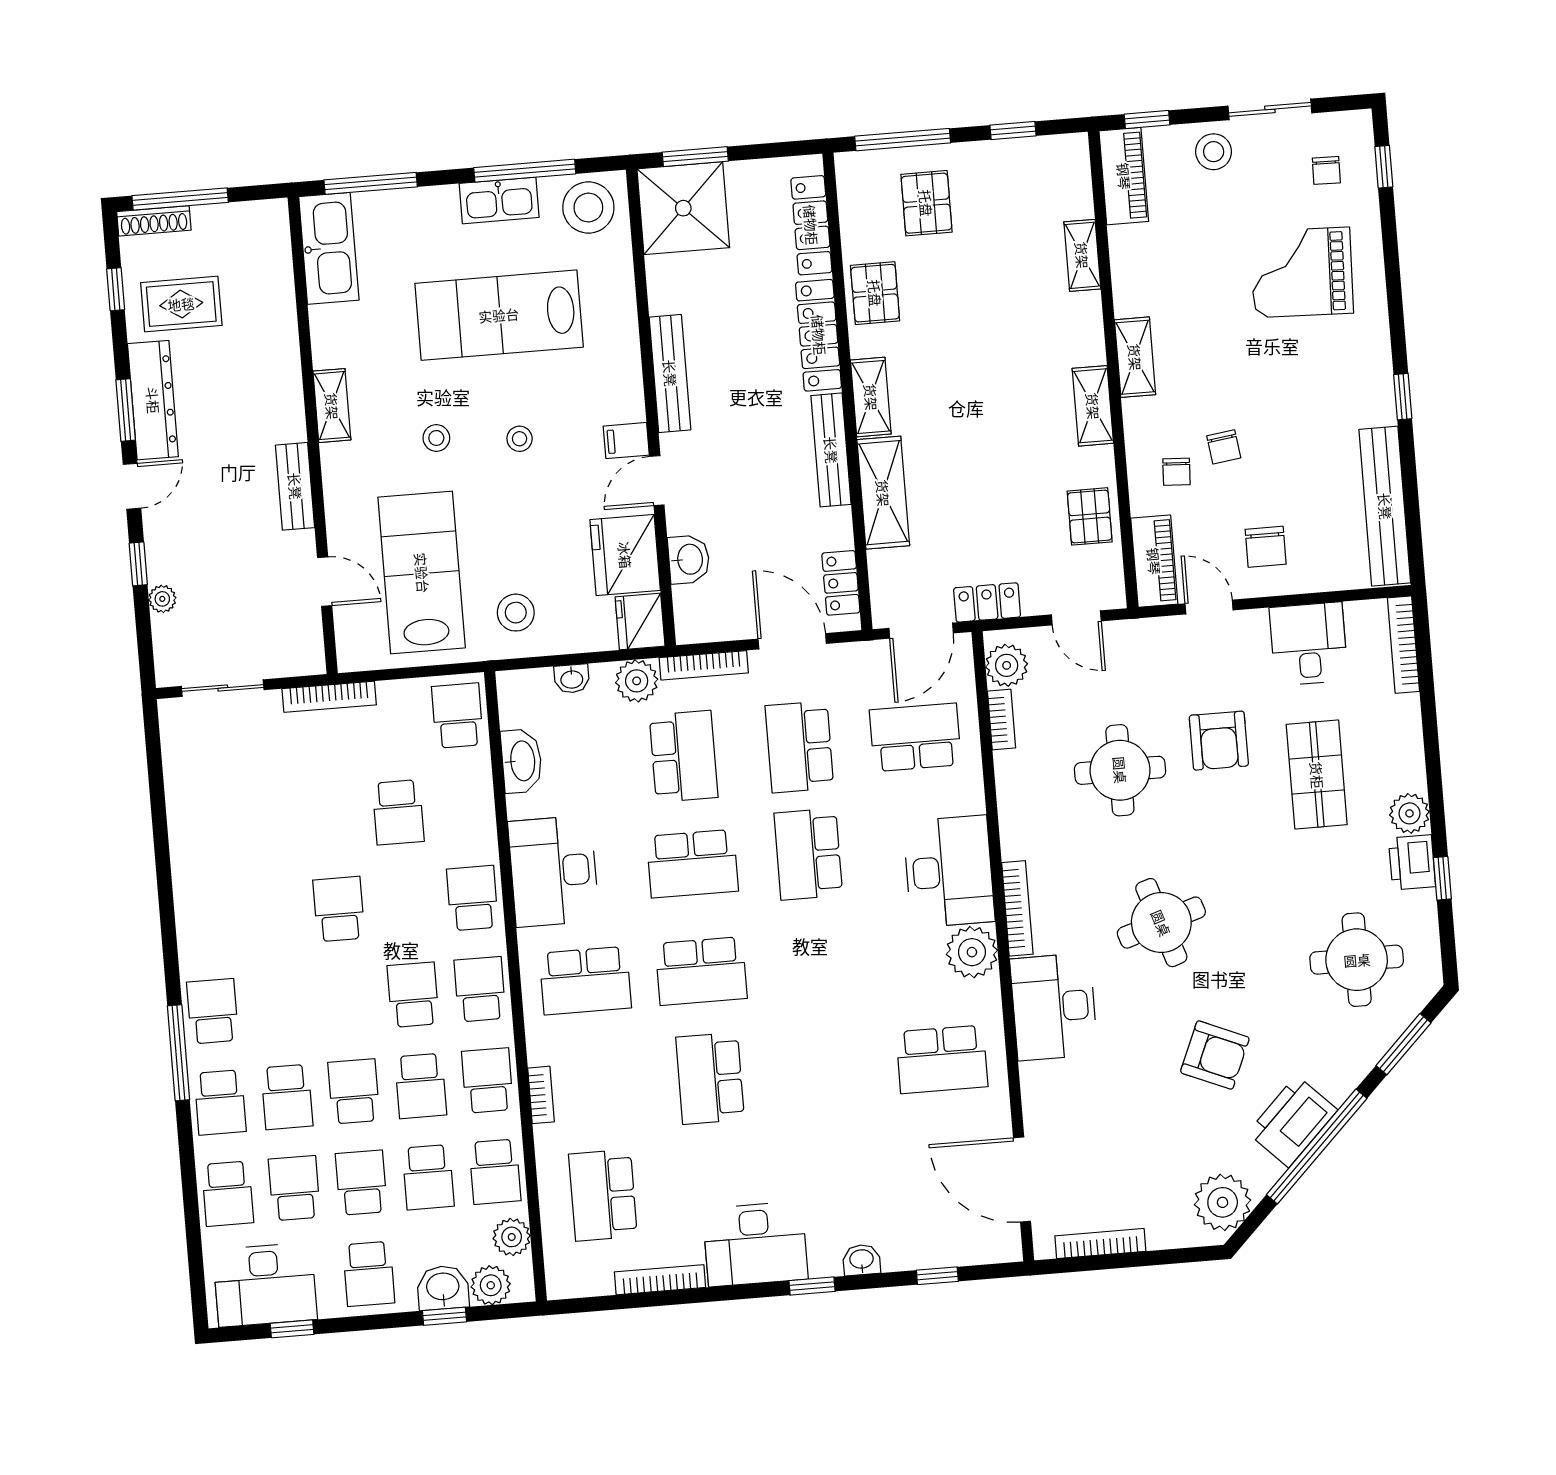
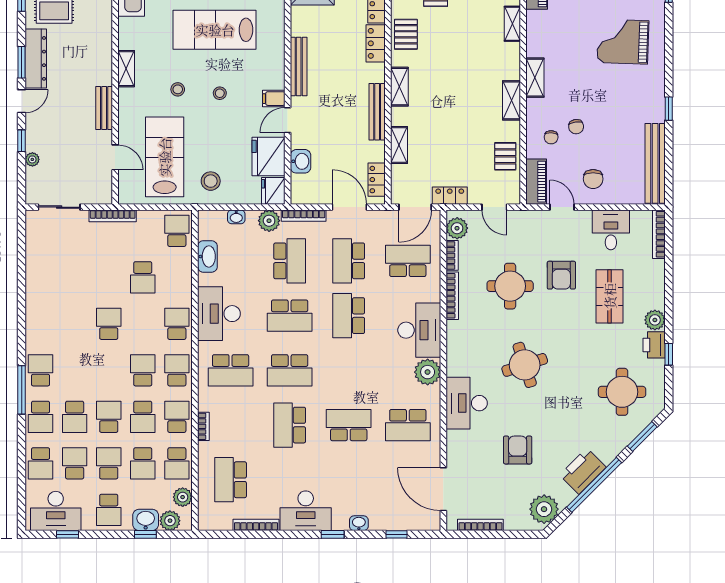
locker: (819, 335) -> (376, 43), width x0.66
shelving: (883, 493) -> (399, 145), width x0.67, depth x0.75
bookcase: (1017, 908) -> (452, 296), moved
armchair: (1215, 1055) -> (518, 450), moved, turned -113
school desk: (826, 1069) -> (349, 425), added

